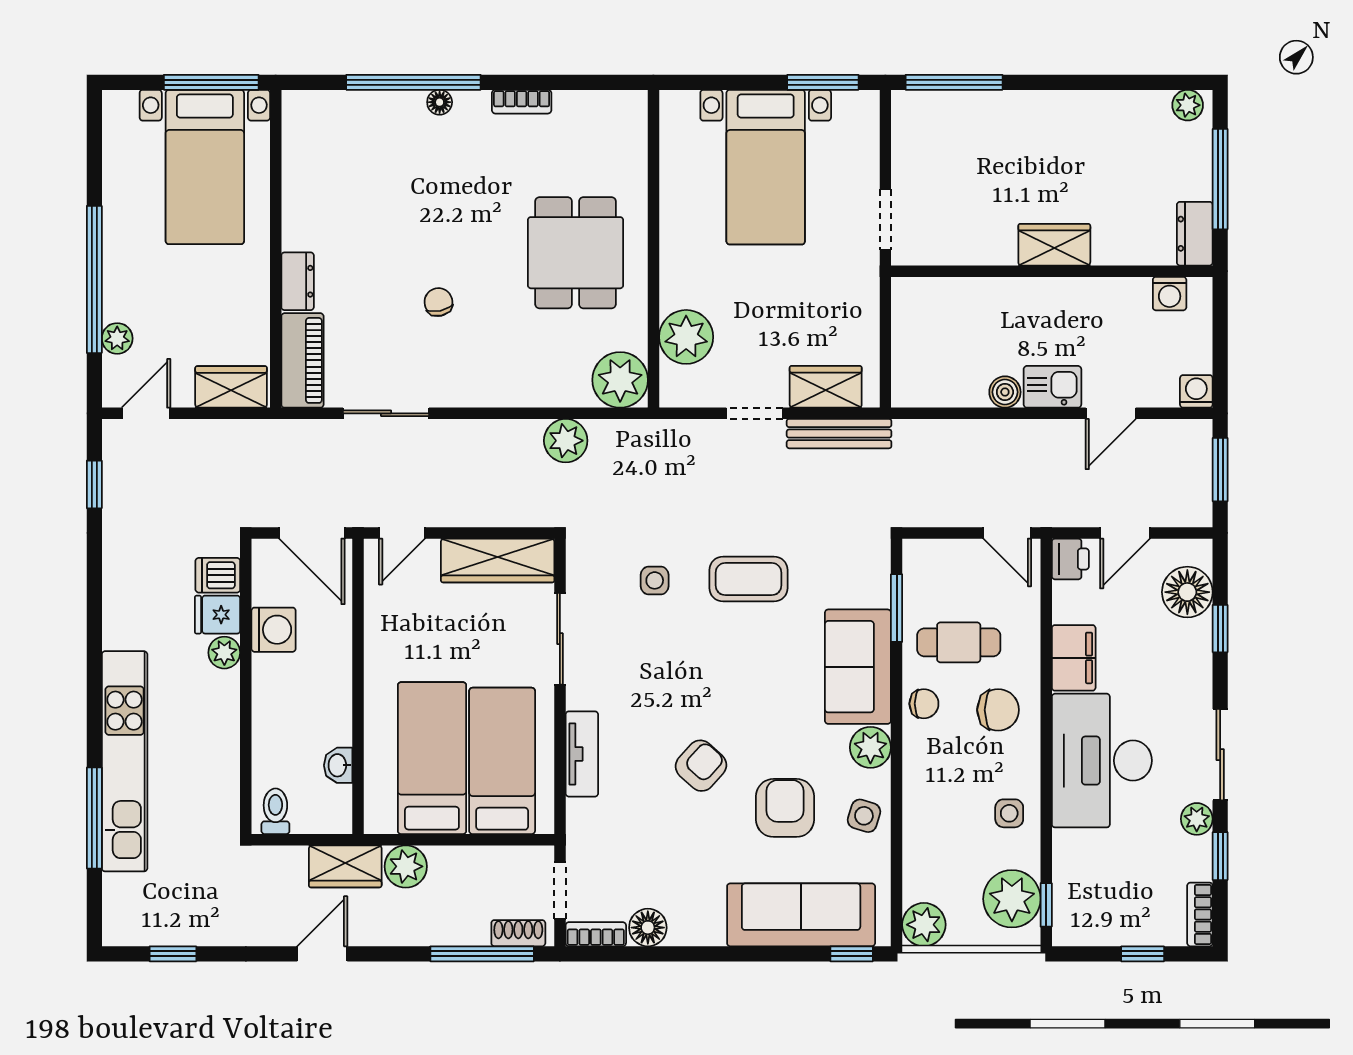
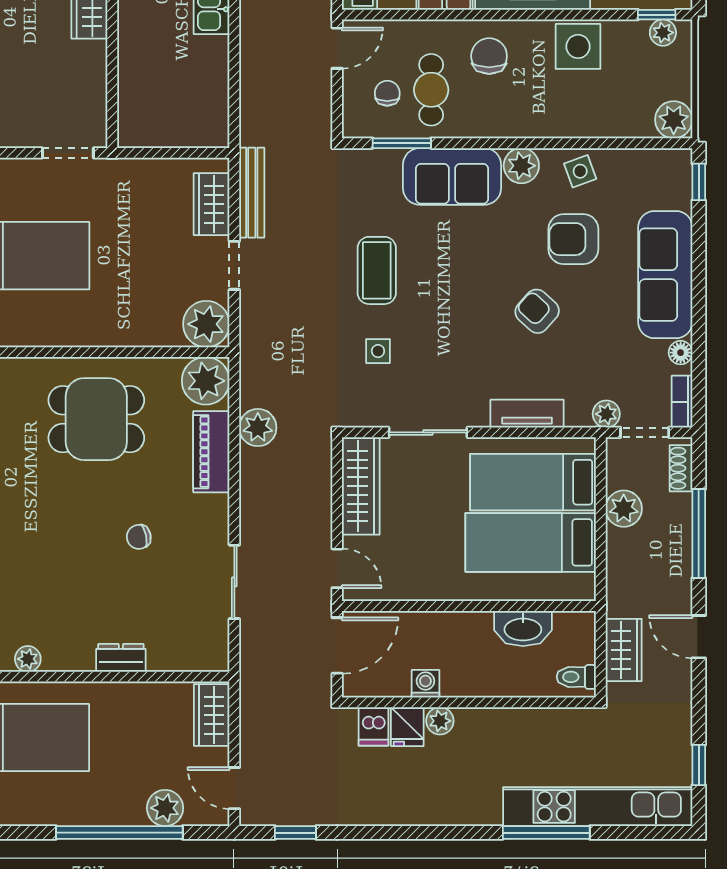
plant: (296, 173) -> (28, 659), added
plant: (686, 337) -> (206, 324), moved
plant: (117, 338) -> (165, 808), width x1.38, depth x1.38
piano: (302, 360) -> (211, 452), moved, turned -90
boiler: (1005, 392) -> (216, 50), removed
washing machine: (274, 630) -> (425, 684), width x0.73, depth x0.73
chair: (924, 704) -> (387, 93), moved
kitchen unit: (125, 761) -> (598, 807), moved
washbasin: (338, 765) -> (523, 628), width x1.91, depth x1.45
side table: (1009, 813) -> (578, 46), width x1.87, depth x1.87
side table: (864, 816) -> (580, 171), turned -37
window: (94, 818) -> (546, 833), moved
plant: (581, 846) -> (606, 414), added
wardrobe: (345, 866) -> (624, 650), moved
plant: (406, 866) -> (624, 509), moved
plant: (1012, 899) -> (663, 33), width x0.53, depth x0.53
sofa: (801, 915) -> (665, 275), moved
floor lamp: (648, 928) -> (681, 353), width x0.73, depth x0.73
window: (482, 954) -> (699, 533), moved

